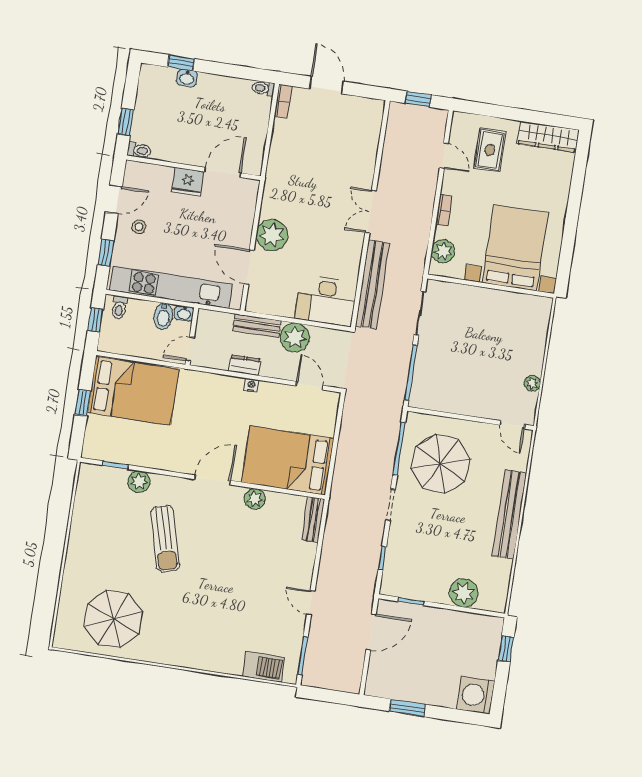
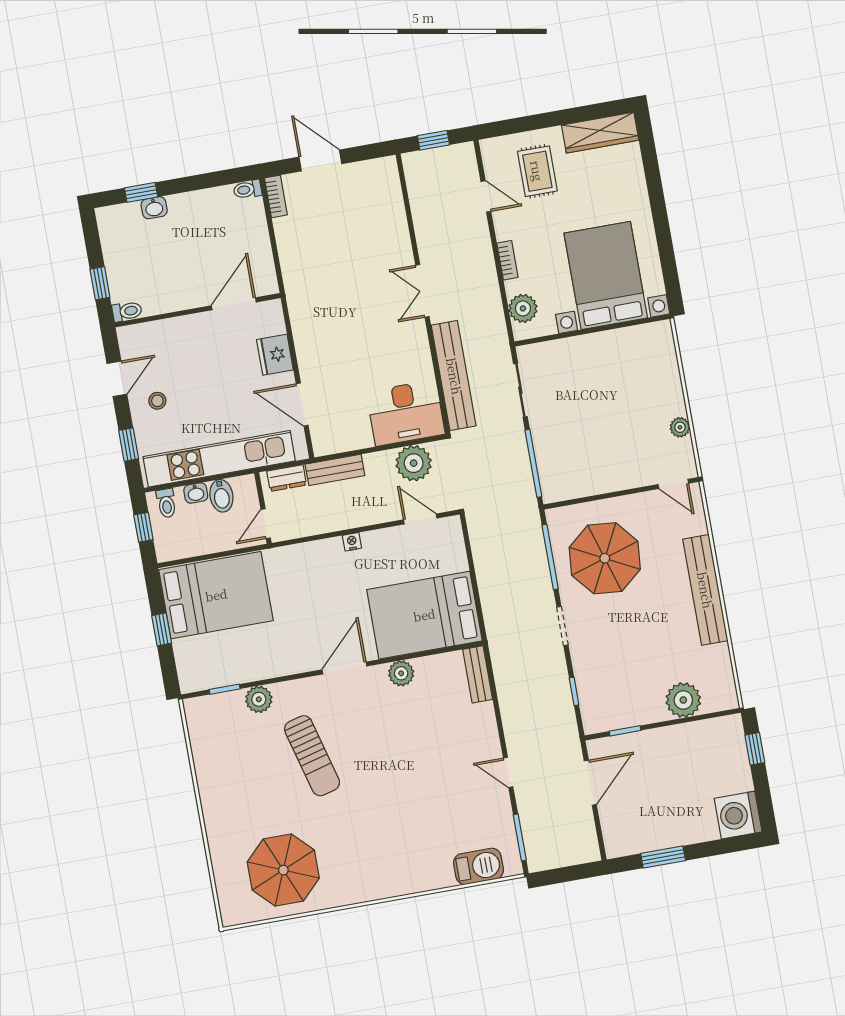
fridge: (188, 182) -> (275, 355), moved, turned 90
plant: (272, 235) -> (316, 358), removed
washbasin: (184, 313) -> (196, 493), moved
plant: (295, 338) -> (414, 463), moved
dresser: (244, 365) -> (287, 478), moved, turned 180

